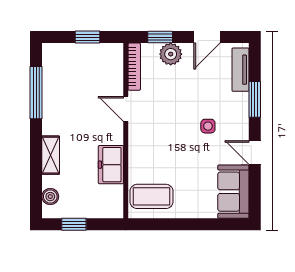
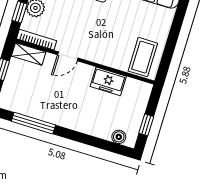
shelving: (51, 155) -> (29, 54), moved

